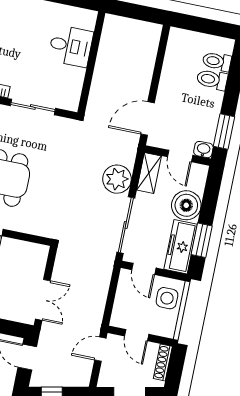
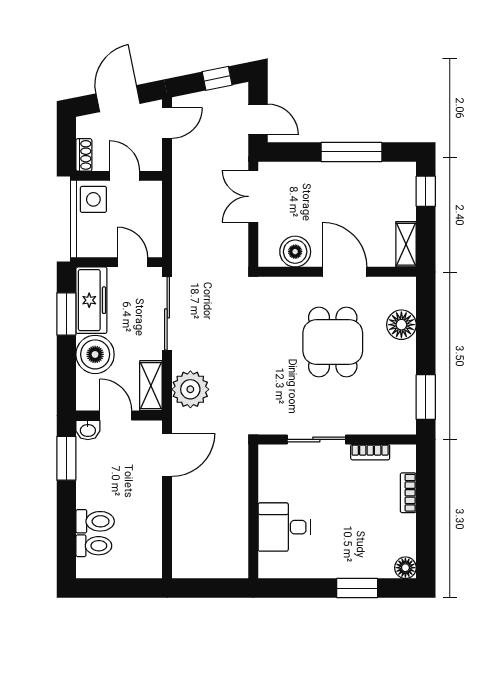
plant: (117, 179) -> (190, 389), moved
boiler: (20, 252) -> (295, 252), added
side table: (167, 298) -> (93, 199), moved
door: (100, 349) -> (167, 123), moved
shoe rack: (163, 362) -> (84, 155), width x0.70

